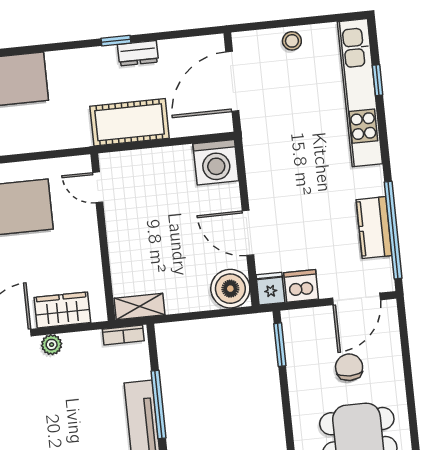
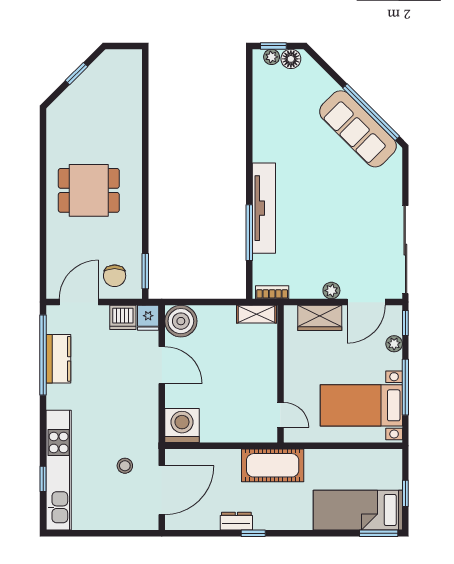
stool: (292, 41) -> (125, 466), moved
cot: (130, 122) -> (273, 465), moved
chair: (349, 367) -> (115, 276), moved

